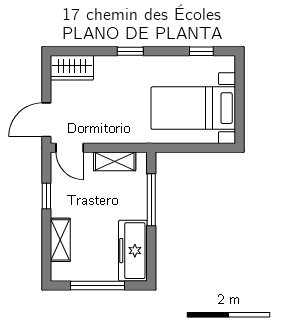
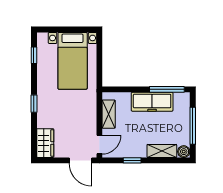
window: (151, 200) -> (167, 89), moved
freezer: (133, 251) -> (152, 102), moved
boiler: (59, 272) -> (184, 152), added

